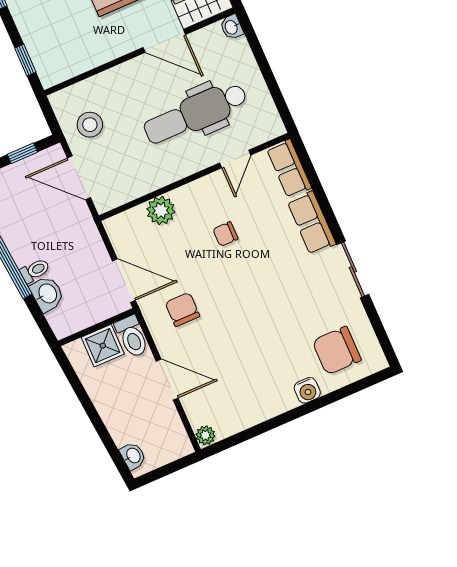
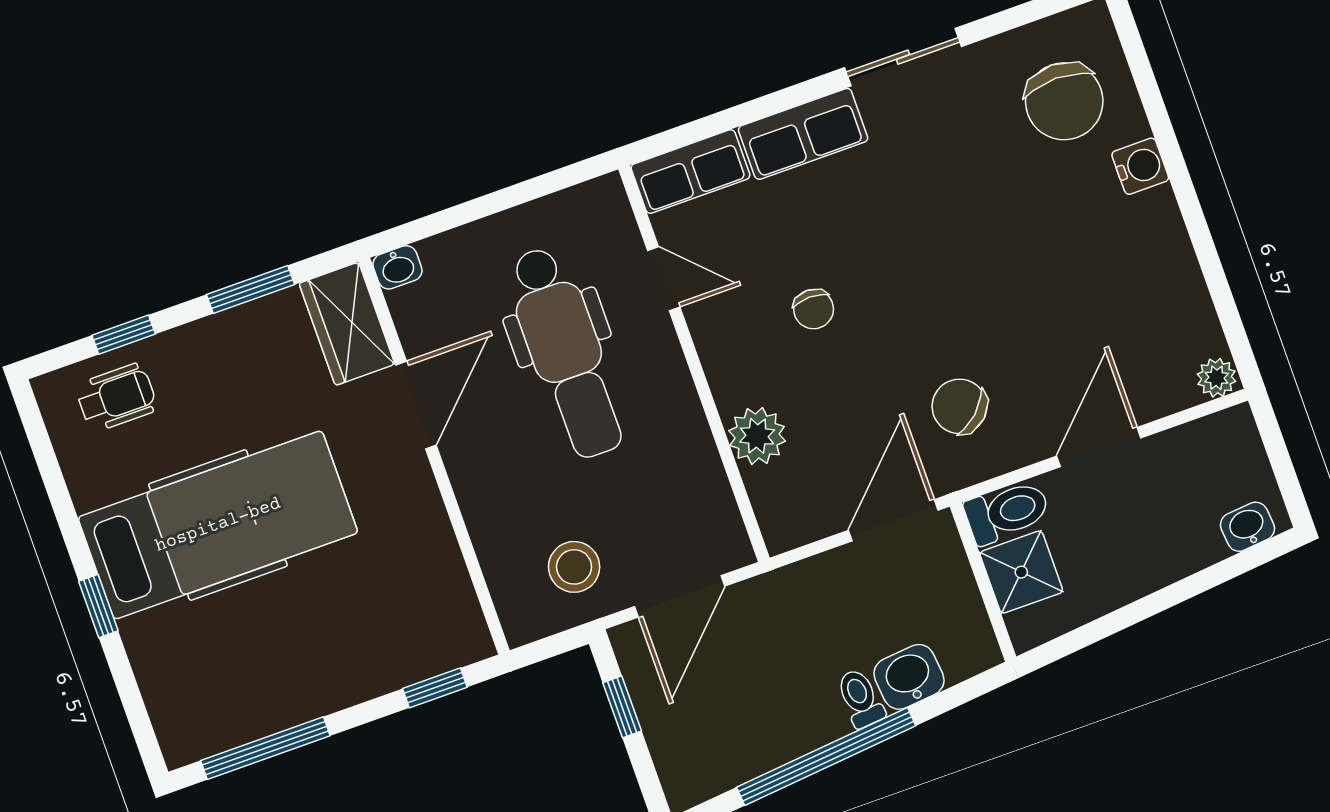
chair: (182, 309) -> (960, 406), turned 47

